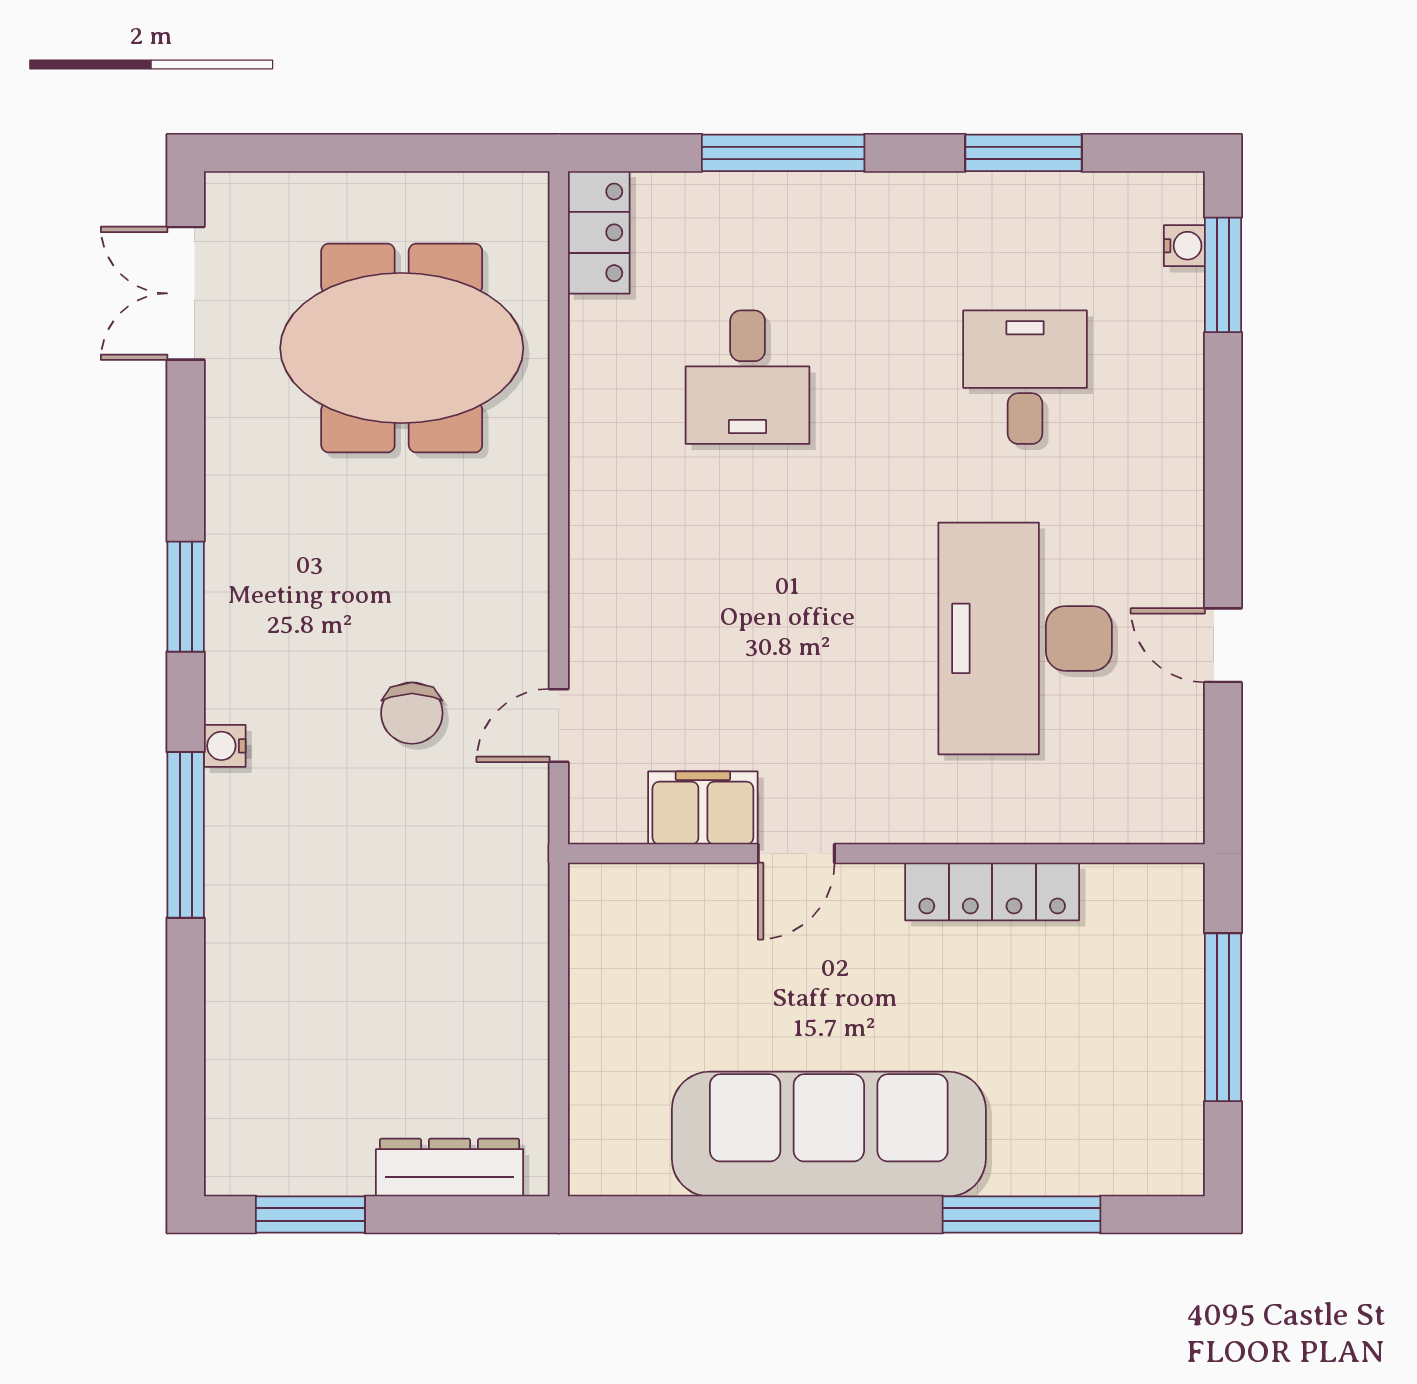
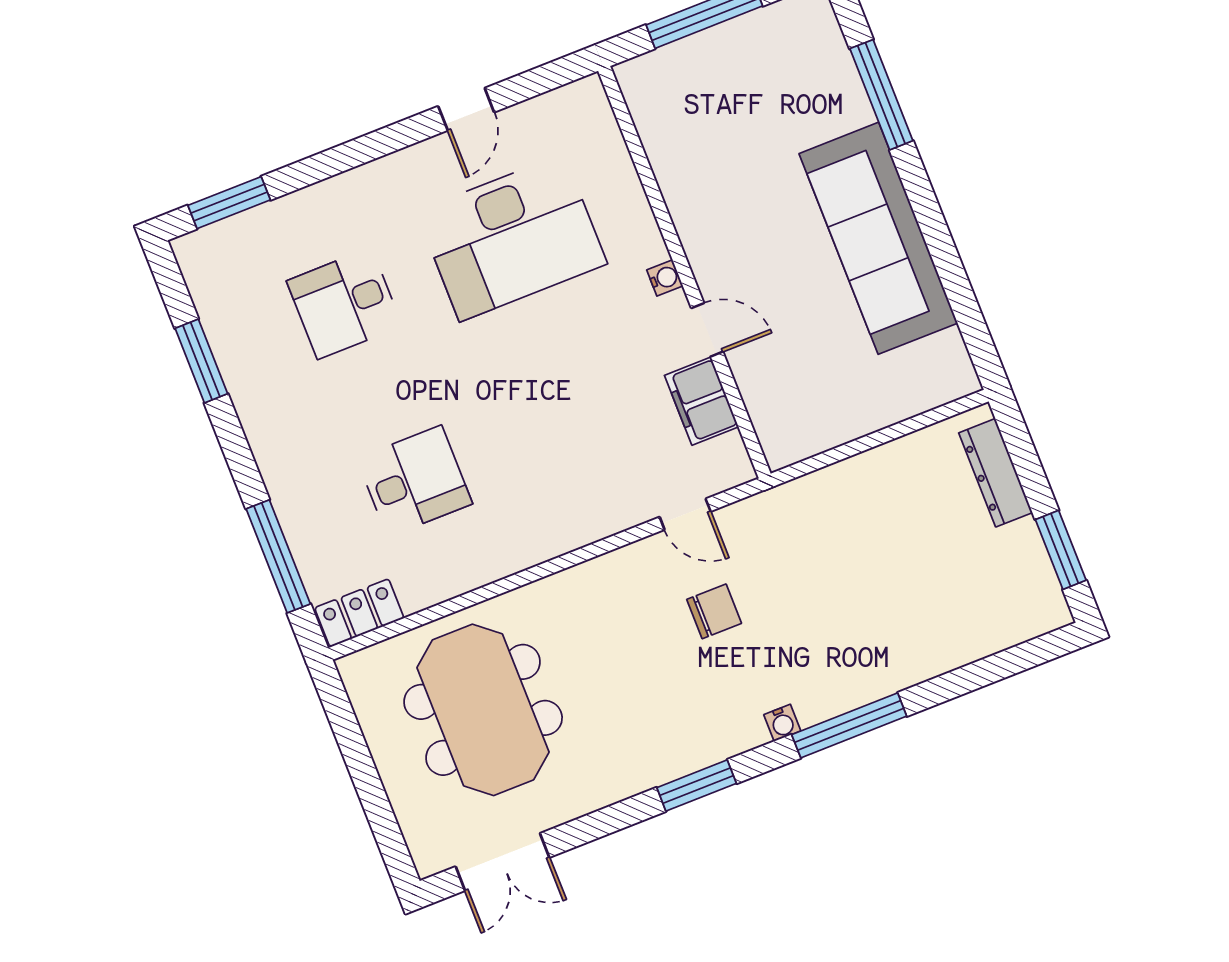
window: (783, 153) -> (278, 556), moved
water cooler: (1184, 246) -> (665, 278), moved, turned 90
locker: (992, 892) -> (682, 195), removed

